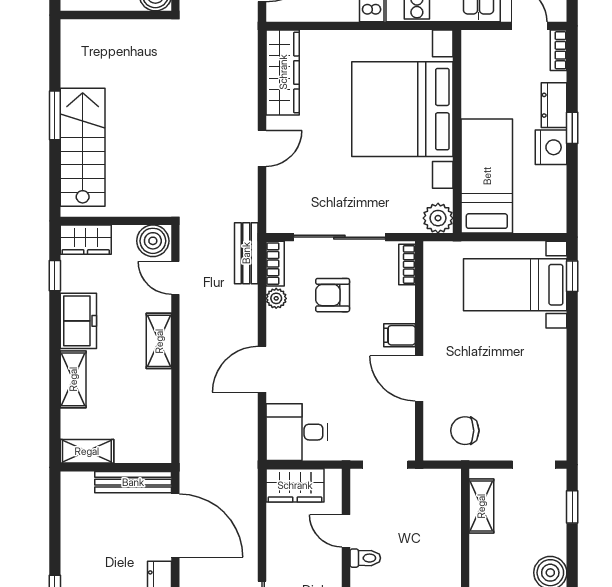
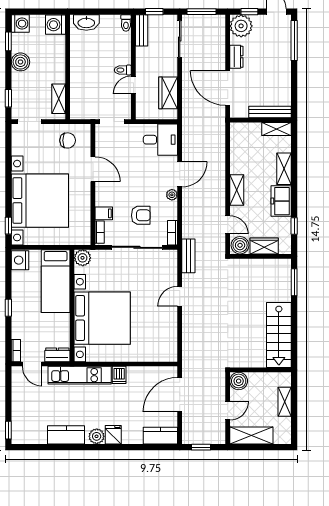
wardrobe: (283, 72) -> (168, 338), removed
dresser: (554, 105) -> (57, 355), moved, turned -90
window: (55, 115) -> (294, 282), moved
stairs: (83, 147) -> (279, 335), moved
nightstand: (551, 147) -> (20, 260), moved
wardrobe: (86, 240) -> (264, 246), moved
bench: (246, 253) -> (188, 256), moved
bed with nightstands: (515, 285) -> (40, 201), width x1.85
plant: (276, 298) -> (172, 195), moved
filing cabinet: (399, 335) -> (104, 213), moved
bench: (133, 482) -> (270, 112), moved
wardrobe: (295, 485) -> (168, 93), moved, turned -90
door: (346, 531) -> (133, 85), swing flipped

